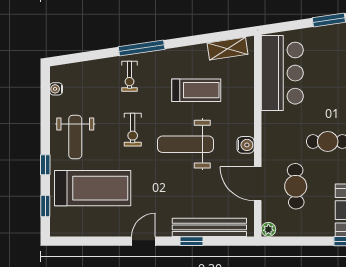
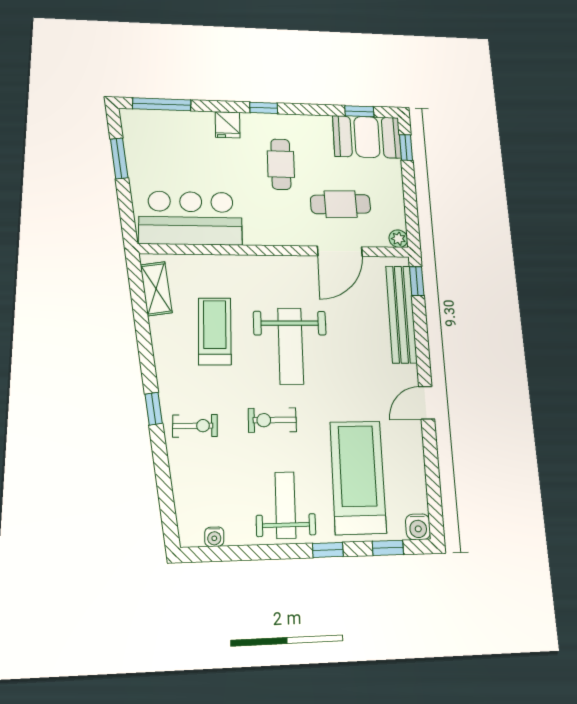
window: (142, 48) -> (154, 409), width x0.46
exercise bike: (133, 130) -> (272, 420), turned 180
weight bench: (75, 137) -> (285, 505), turned -90
water cooler: (246, 145) -> (418, 527), moved, turned 180
door: (143, 241) -> (427, 403), hinge flipped
window: (191, 241) -> (417, 281), moved

